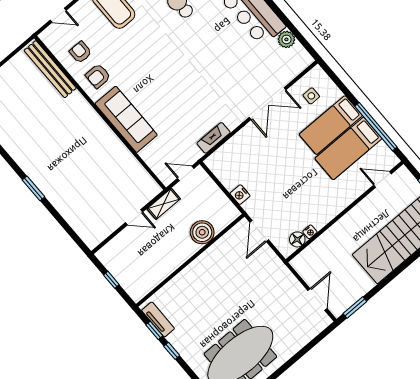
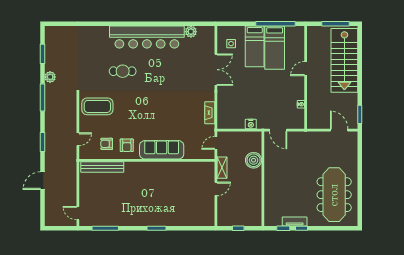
door: (382, 179) -> (306, 69), moved
floor lamp: (297, 239) -> (299, 114), removed
tv unit: (158, 319) -> (295, 221), moved

